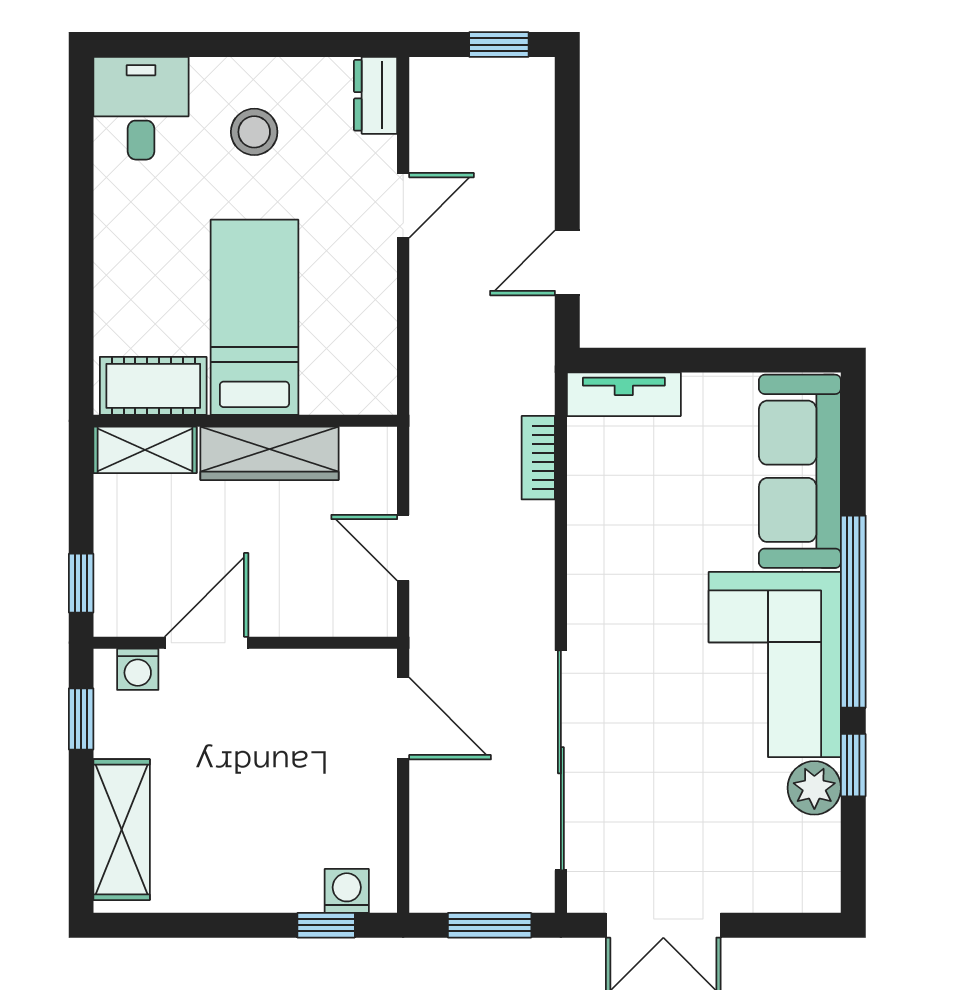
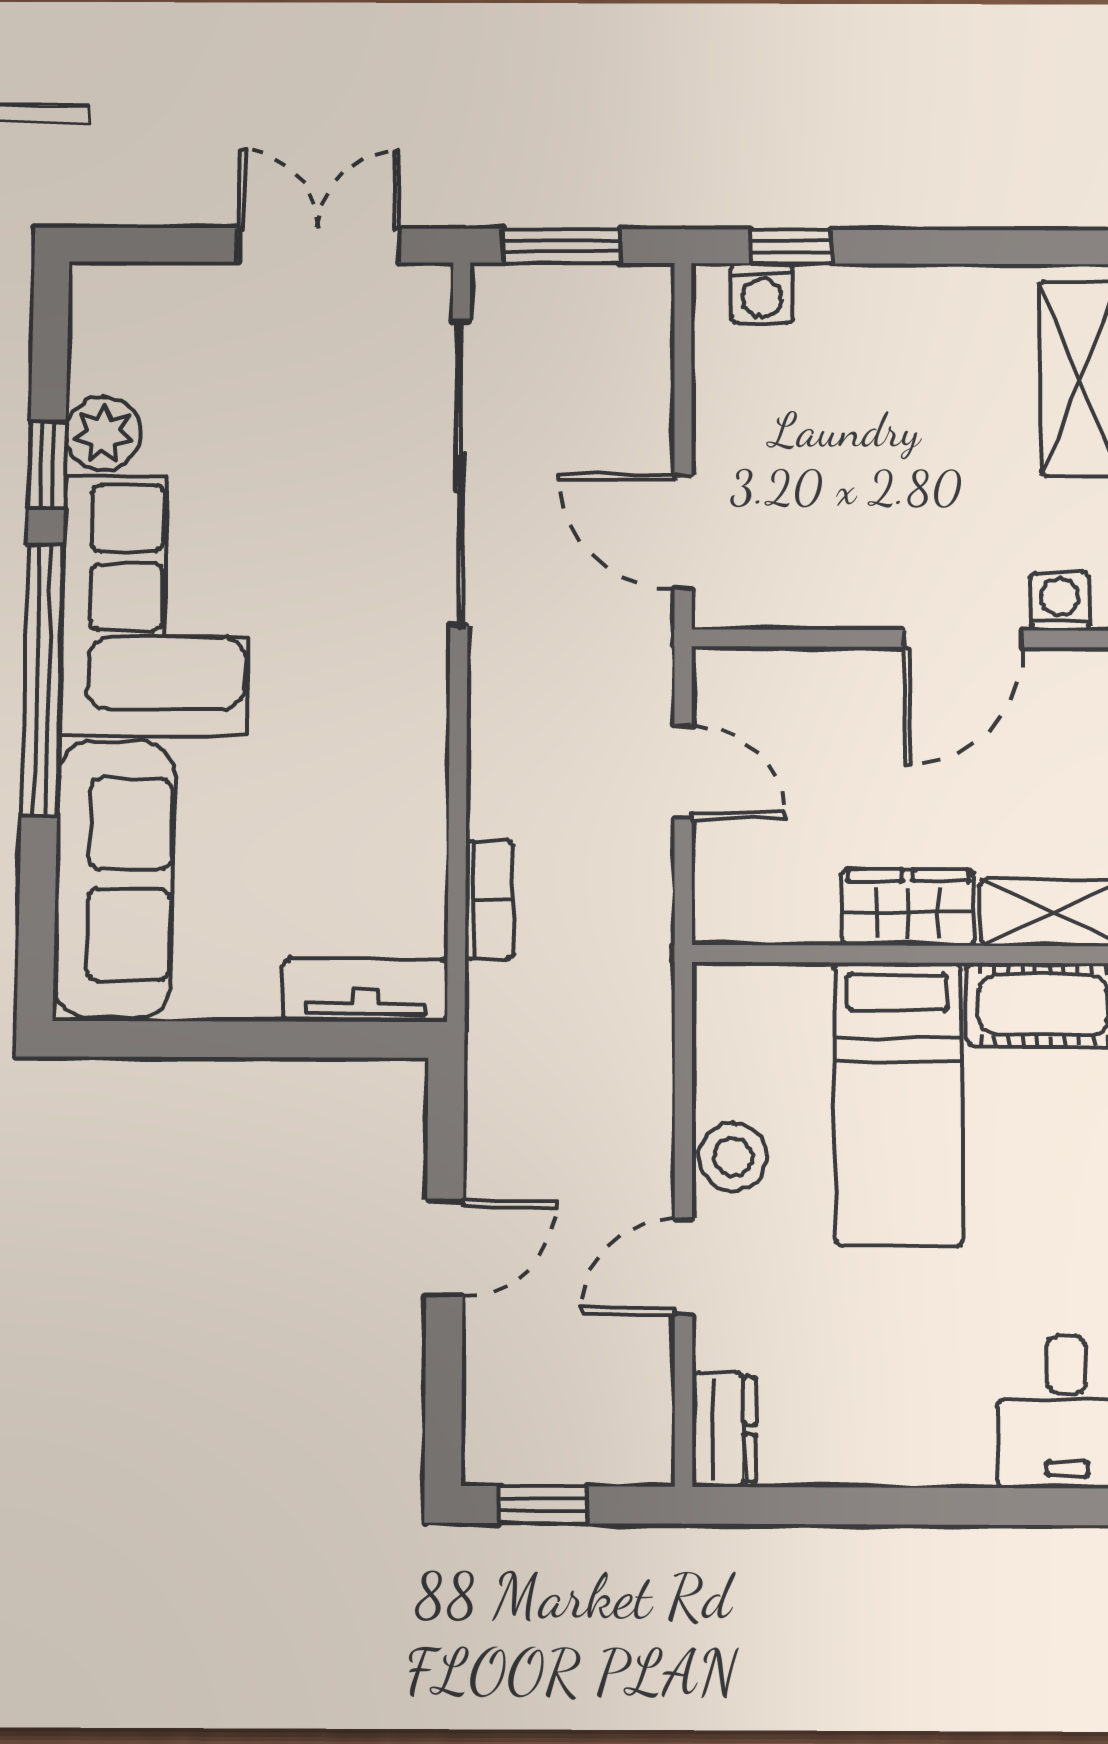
stool: (254, 132) -> (733, 1157), moved
door: (567, 263) -> (445, 1248), moved
wardrobe: (270, 453) -> (908, 907), width x0.67

